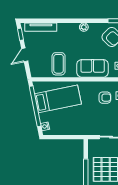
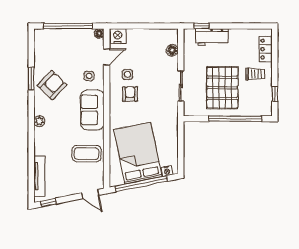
door: (25, 55) -> (90, 194), moved
bed: (58, 99) -> (138, 153), width x1.50

